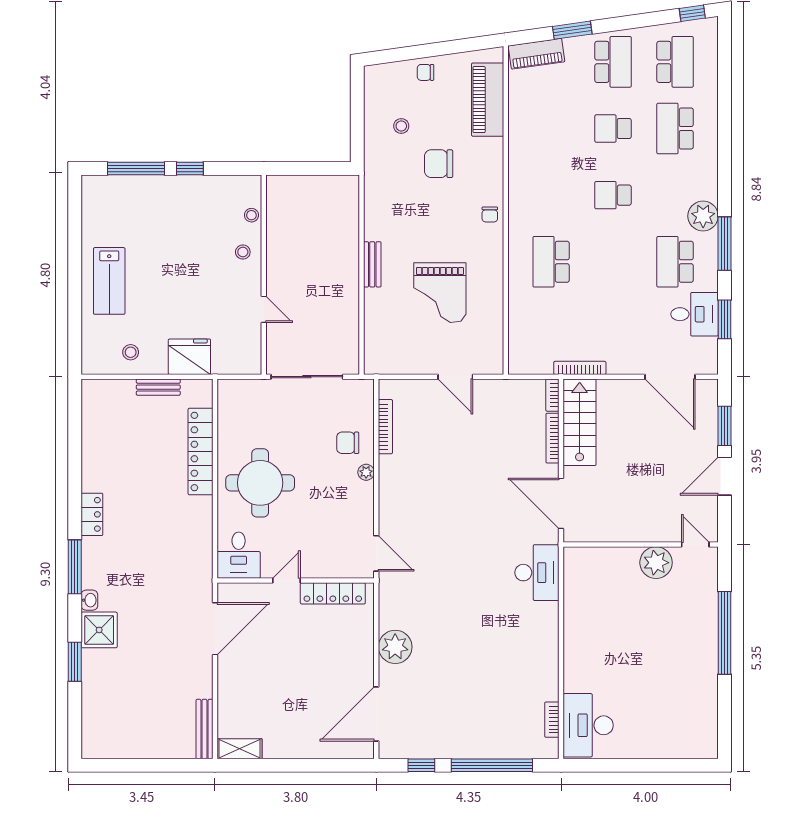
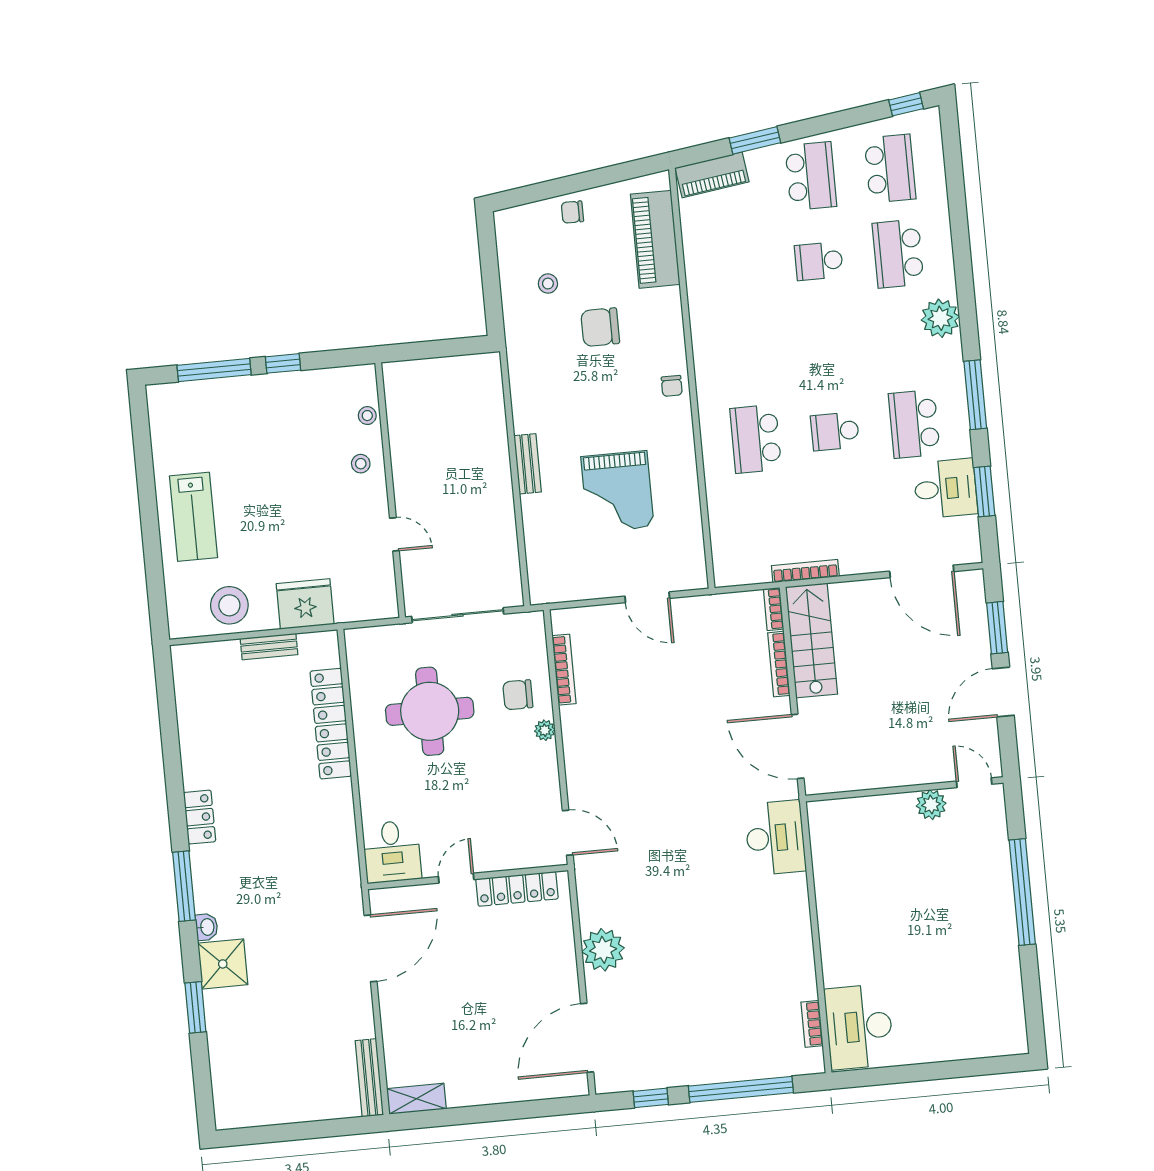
school desk: (613, 195) -> (835, 431), moved
plant: (703, 216) -> (940, 318), moved
stool: (131, 352) -> (229, 605), width x1.89, depth x1.89
round table: (260, 483) -> (430, 711), moved
plant: (656, 563) -> (931, 805), width x0.73, depth x0.73

